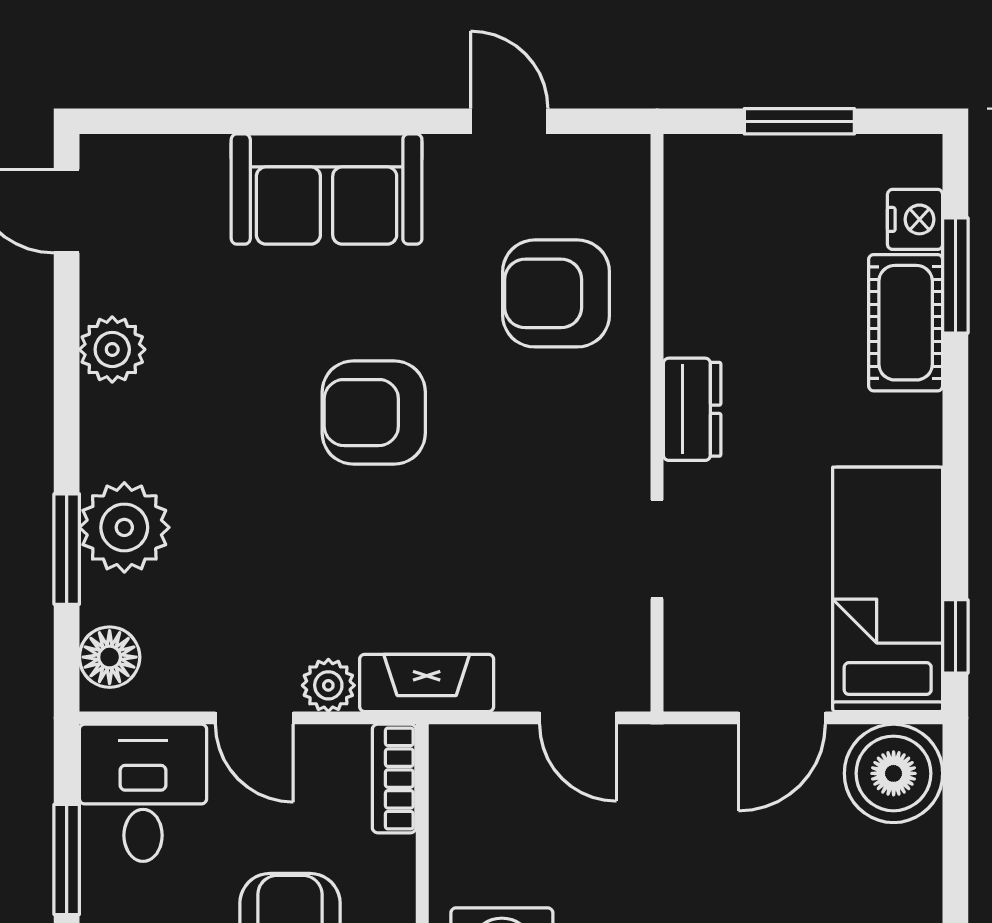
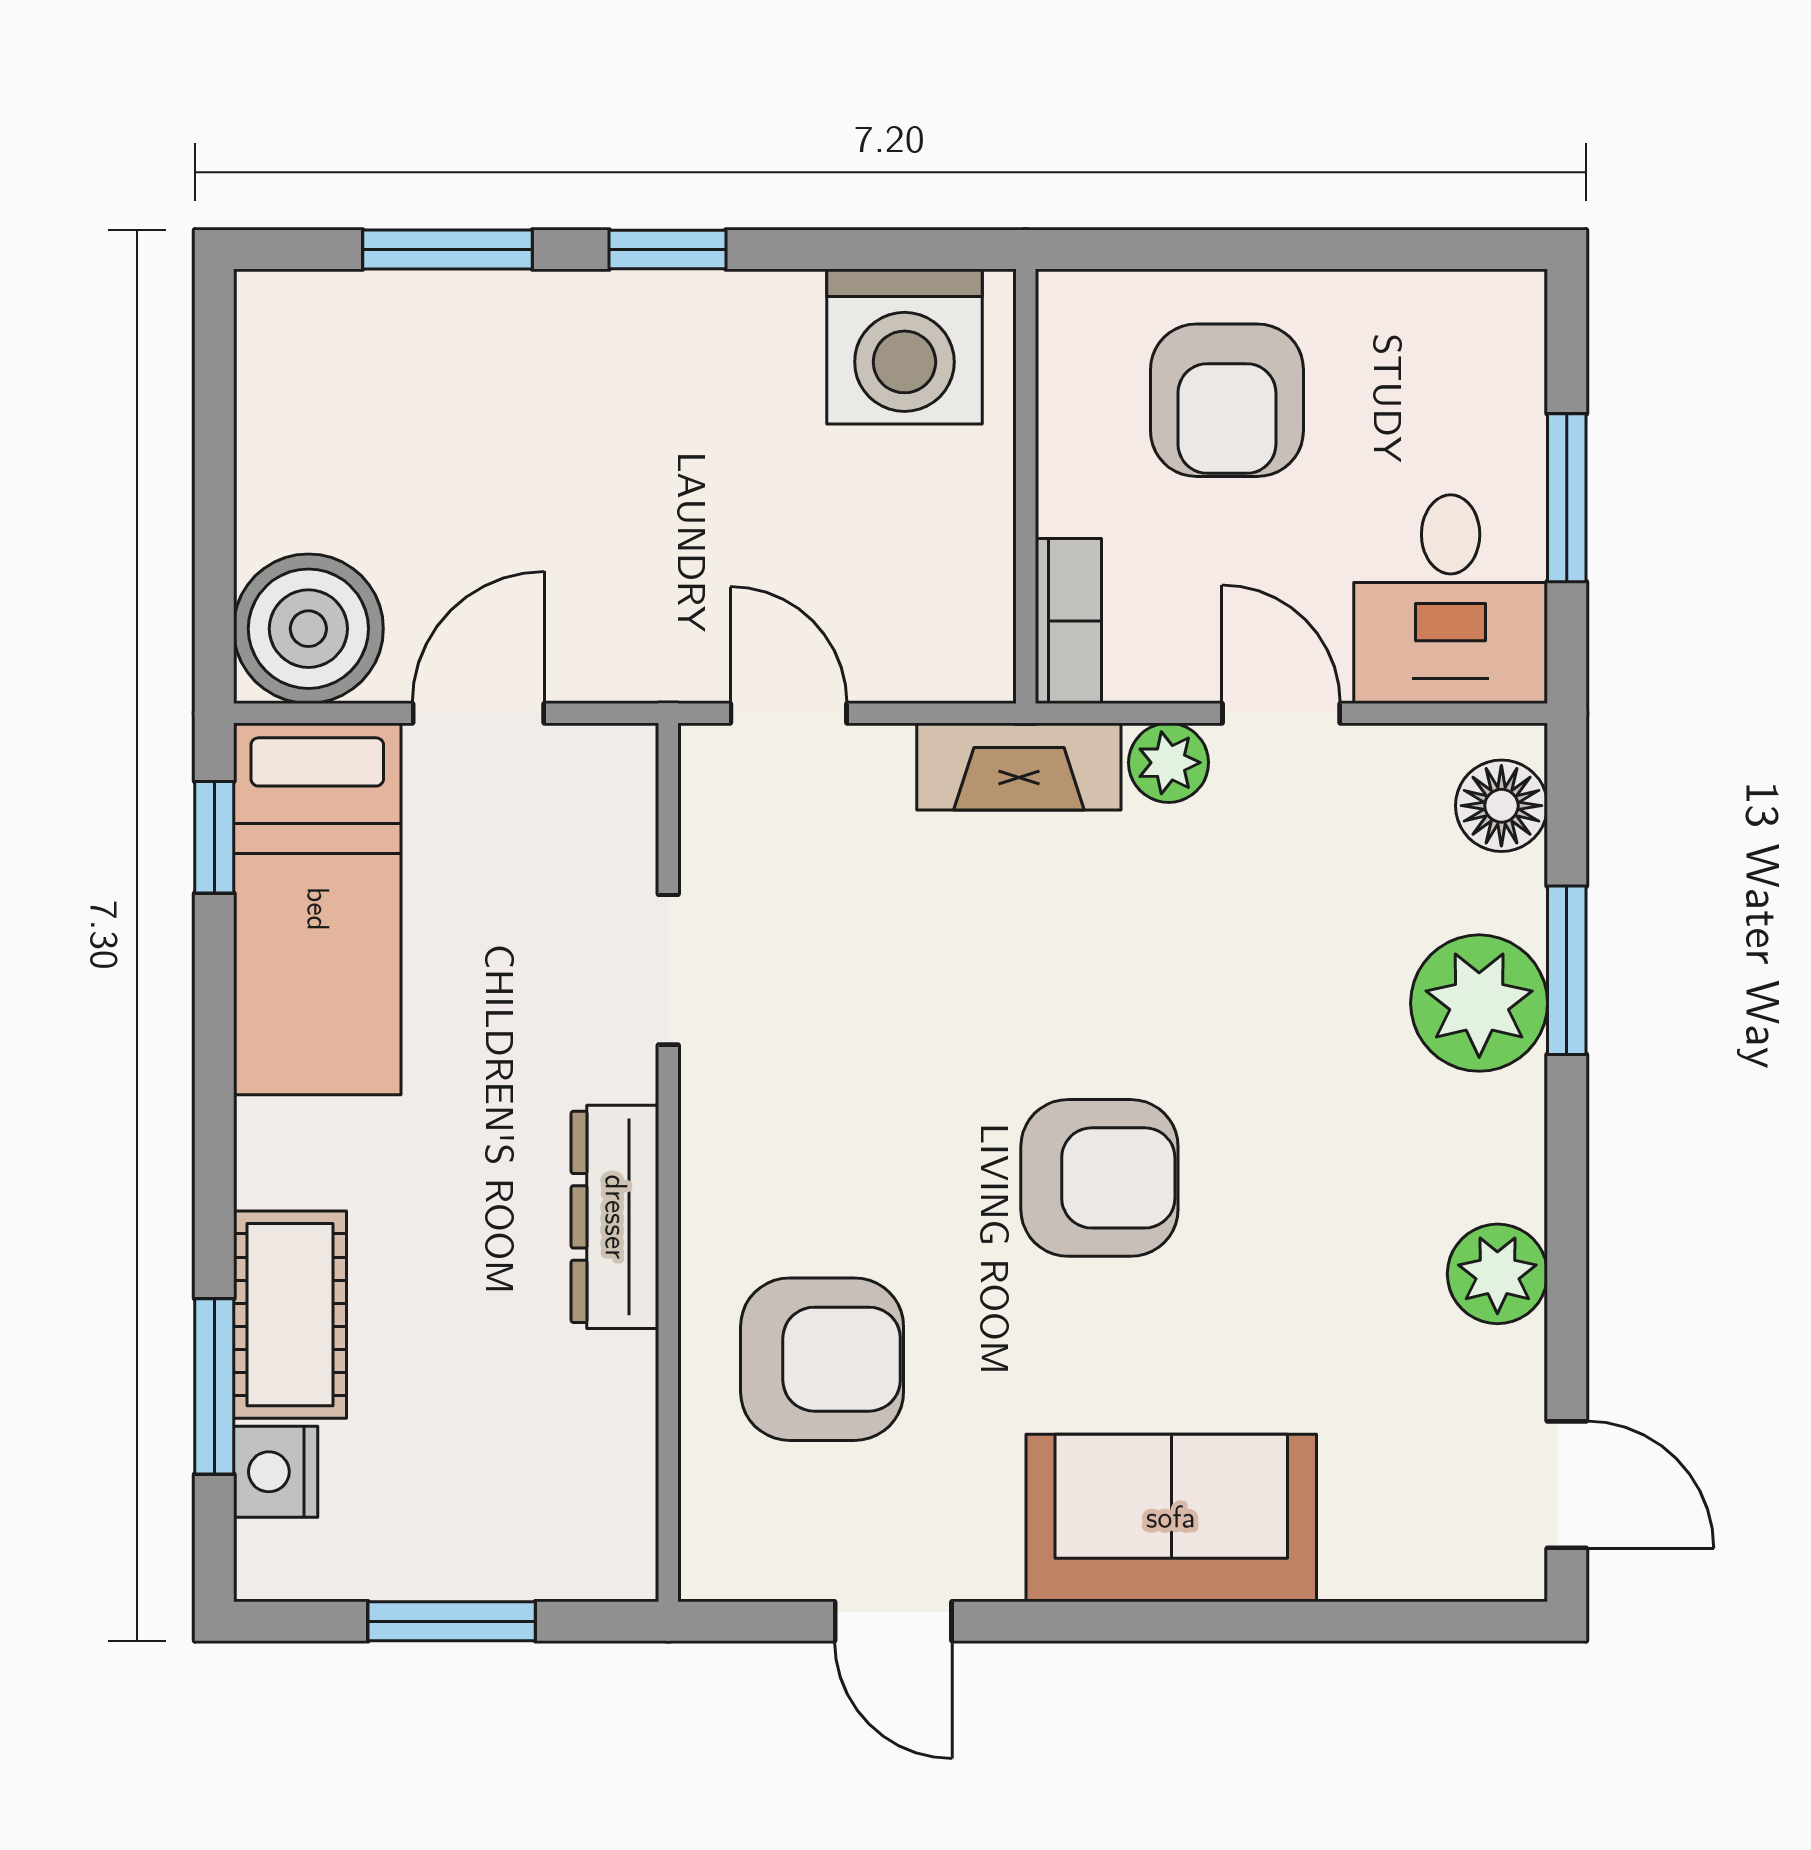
dresser: (692, 409) -> (615, 1217), width x1.44

